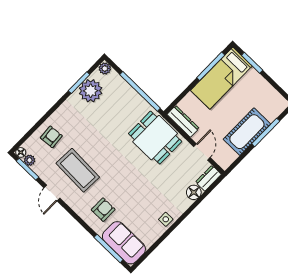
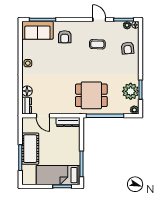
bed: (221, 78) -> (58, 175), moved, turned -90
dining table: (155, 138) -> (91, 95), moved
coffee table: (78, 170) -> (97, 44), width x0.54, depth x0.58

